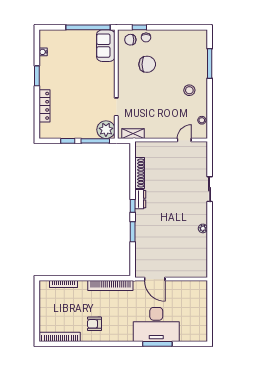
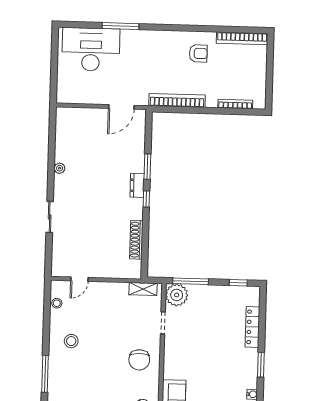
chair: (147, 64) -> (139, 360), moved, turned -90
window: (68, 141) -> (238, 283), moved
dresser: (140, 199) -> (137, 185), moved
door: (155, 279) -> (121, 107), swing flipped
desk: (156, 324) -> (91, 49), moved

